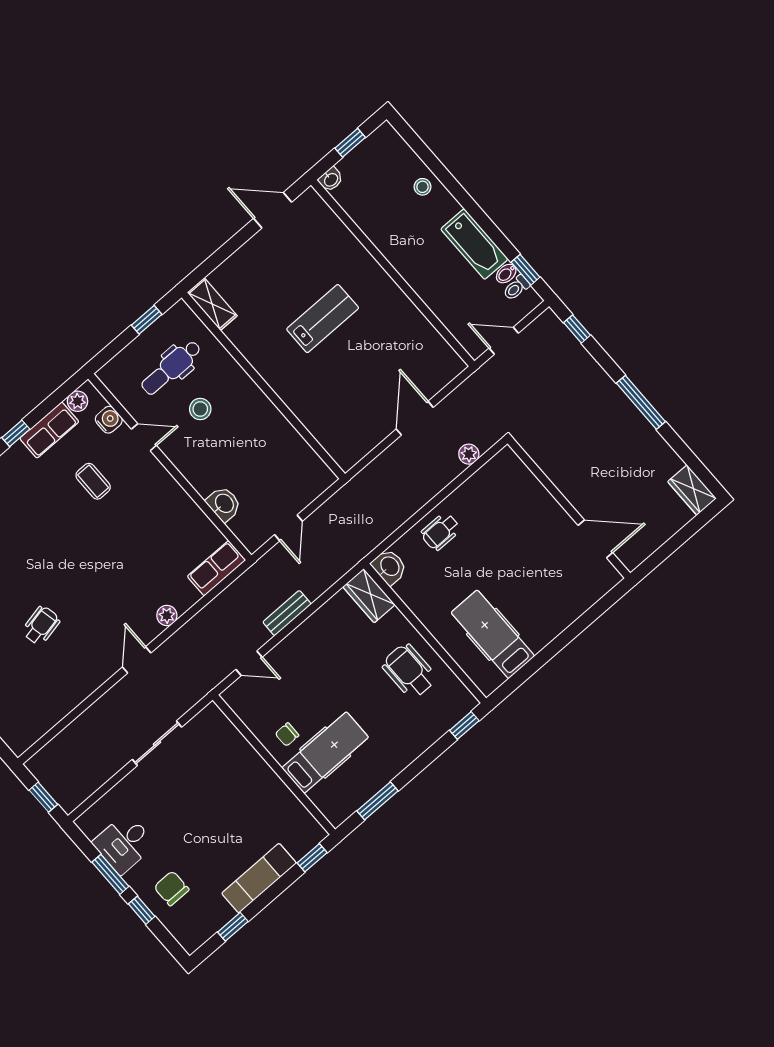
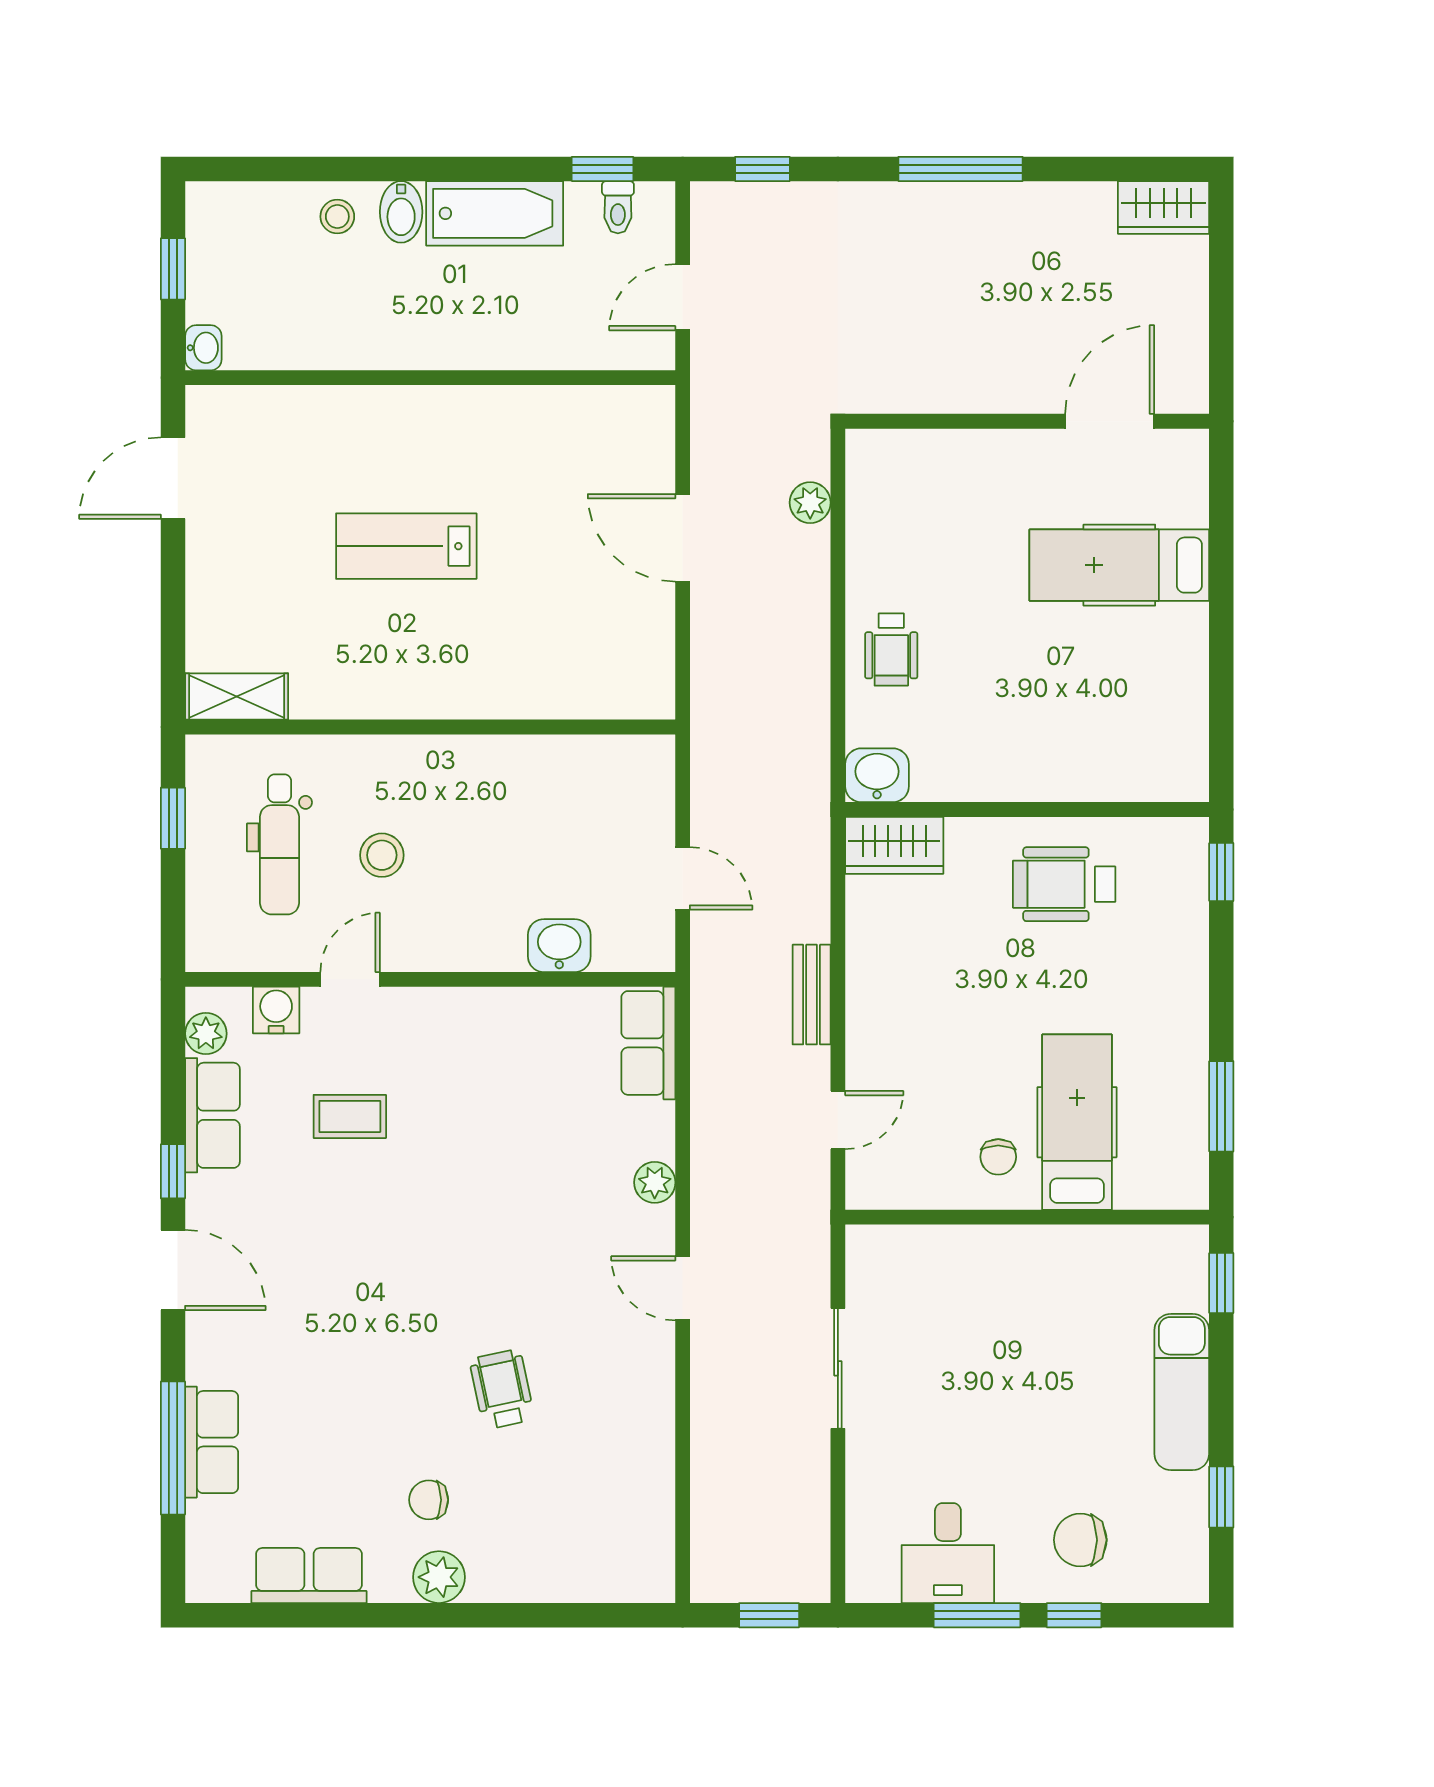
bidet: (506, 274) -> (401, 212), moved, width x1.38, depth x1.36
lab bench: (323, 319) -> (406, 546), turned -90
hospital bed: (493, 634) -> (1119, 565), moved

